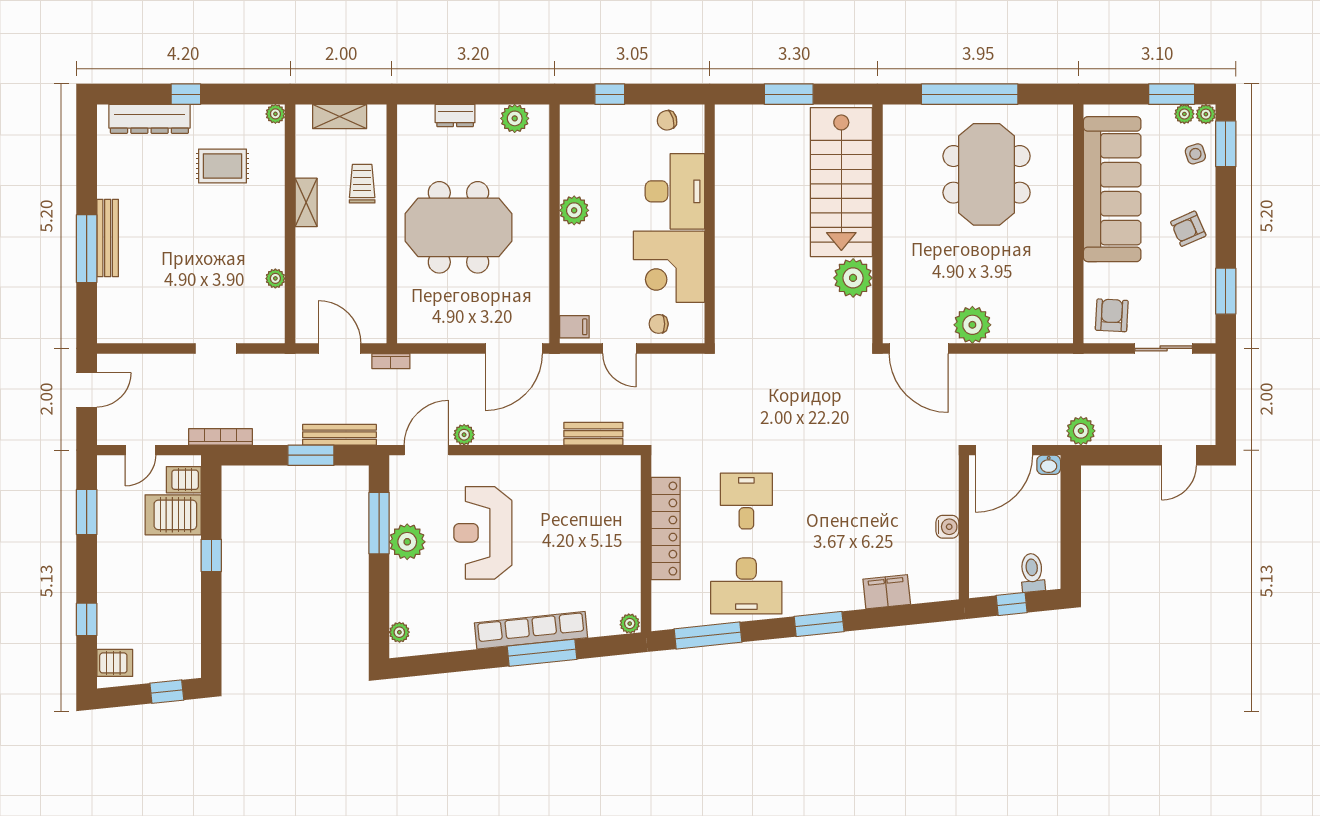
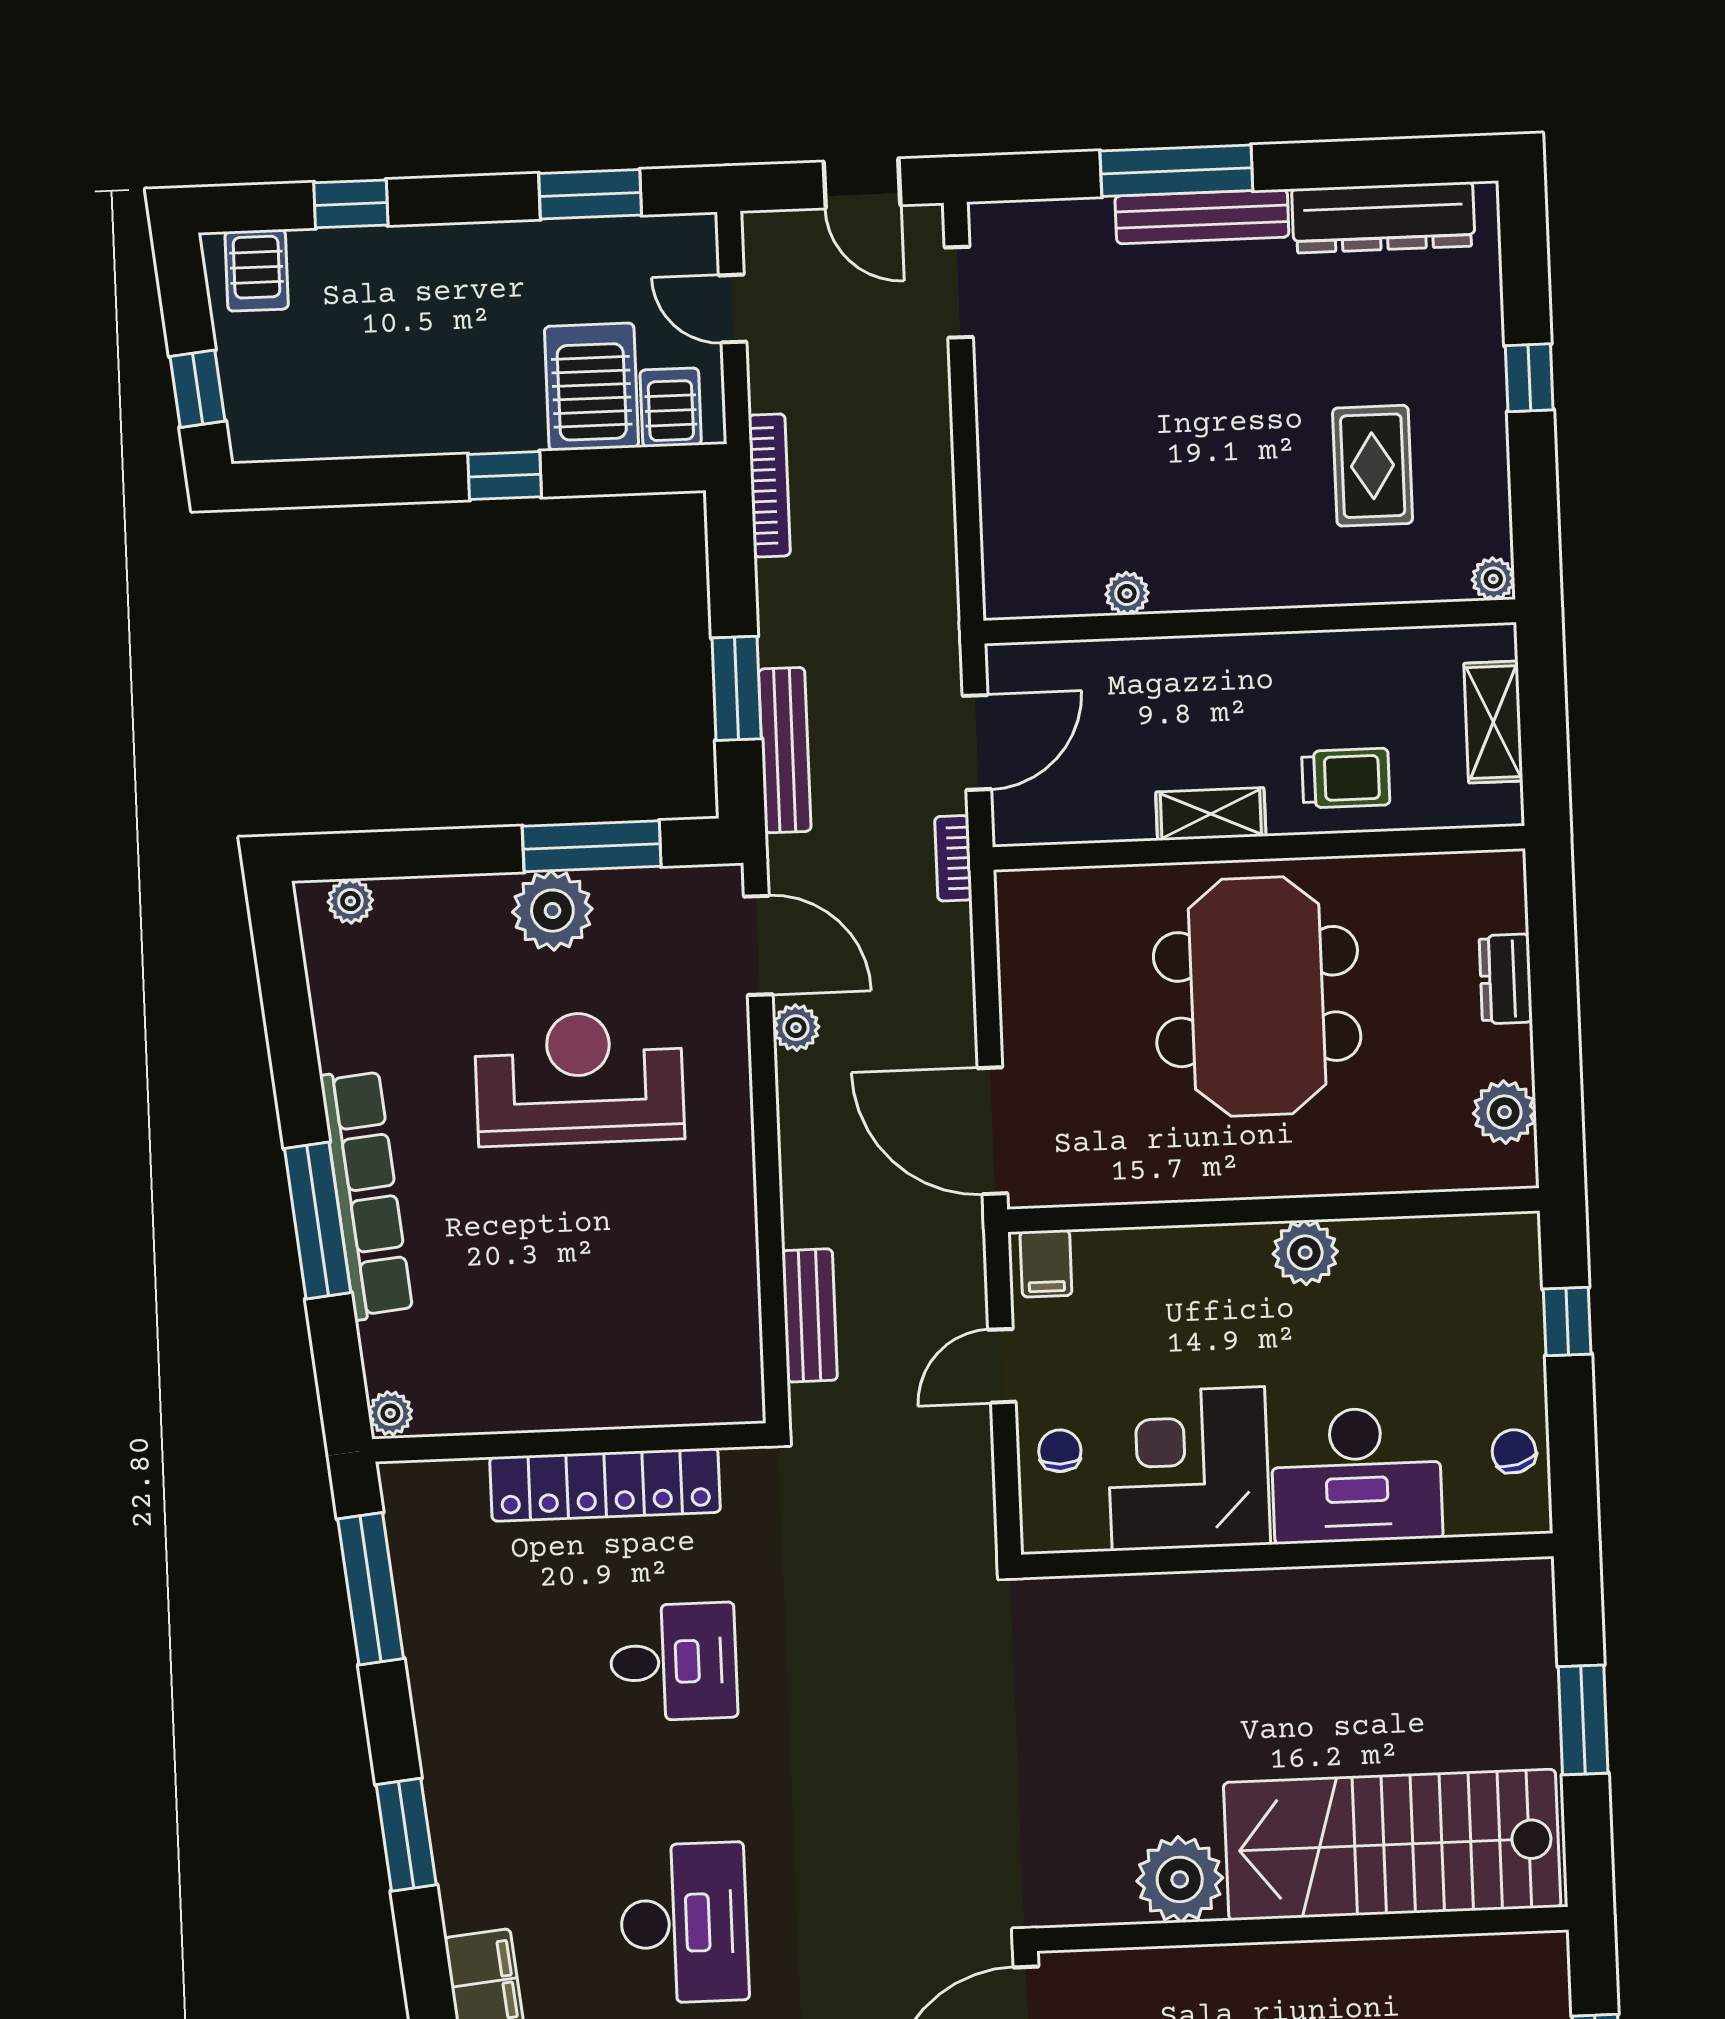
dresser: (149, 119) -> (1383, 217), moved, turned -90
shelving: (306, 202) -> (1211, 814), moved
doorway: (216, 348) -> (959, 292), moved
desk: (746, 586) -> (684, 1923), moved, turned 180

